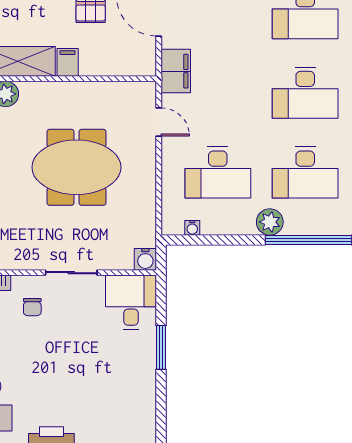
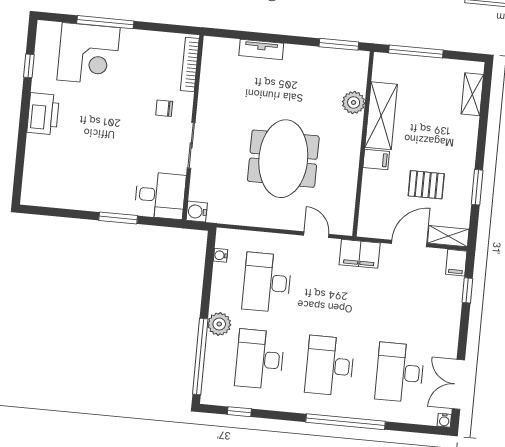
door: (159, 122) -> (316, 235), swing flipped

